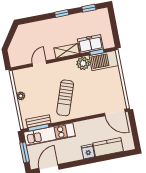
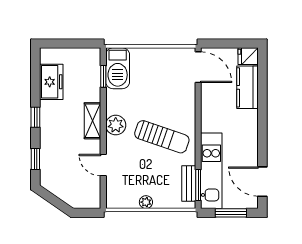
window: (89, 8) -> (35, 159), moved
freezer: (90, 44) -> (51, 82), moved, turned 180
plant: (83, 63) -> (116, 125), moved
door: (115, 113) -> (198, 67), hinge flipped
fridge: (88, 152) -> (248, 56), moved

